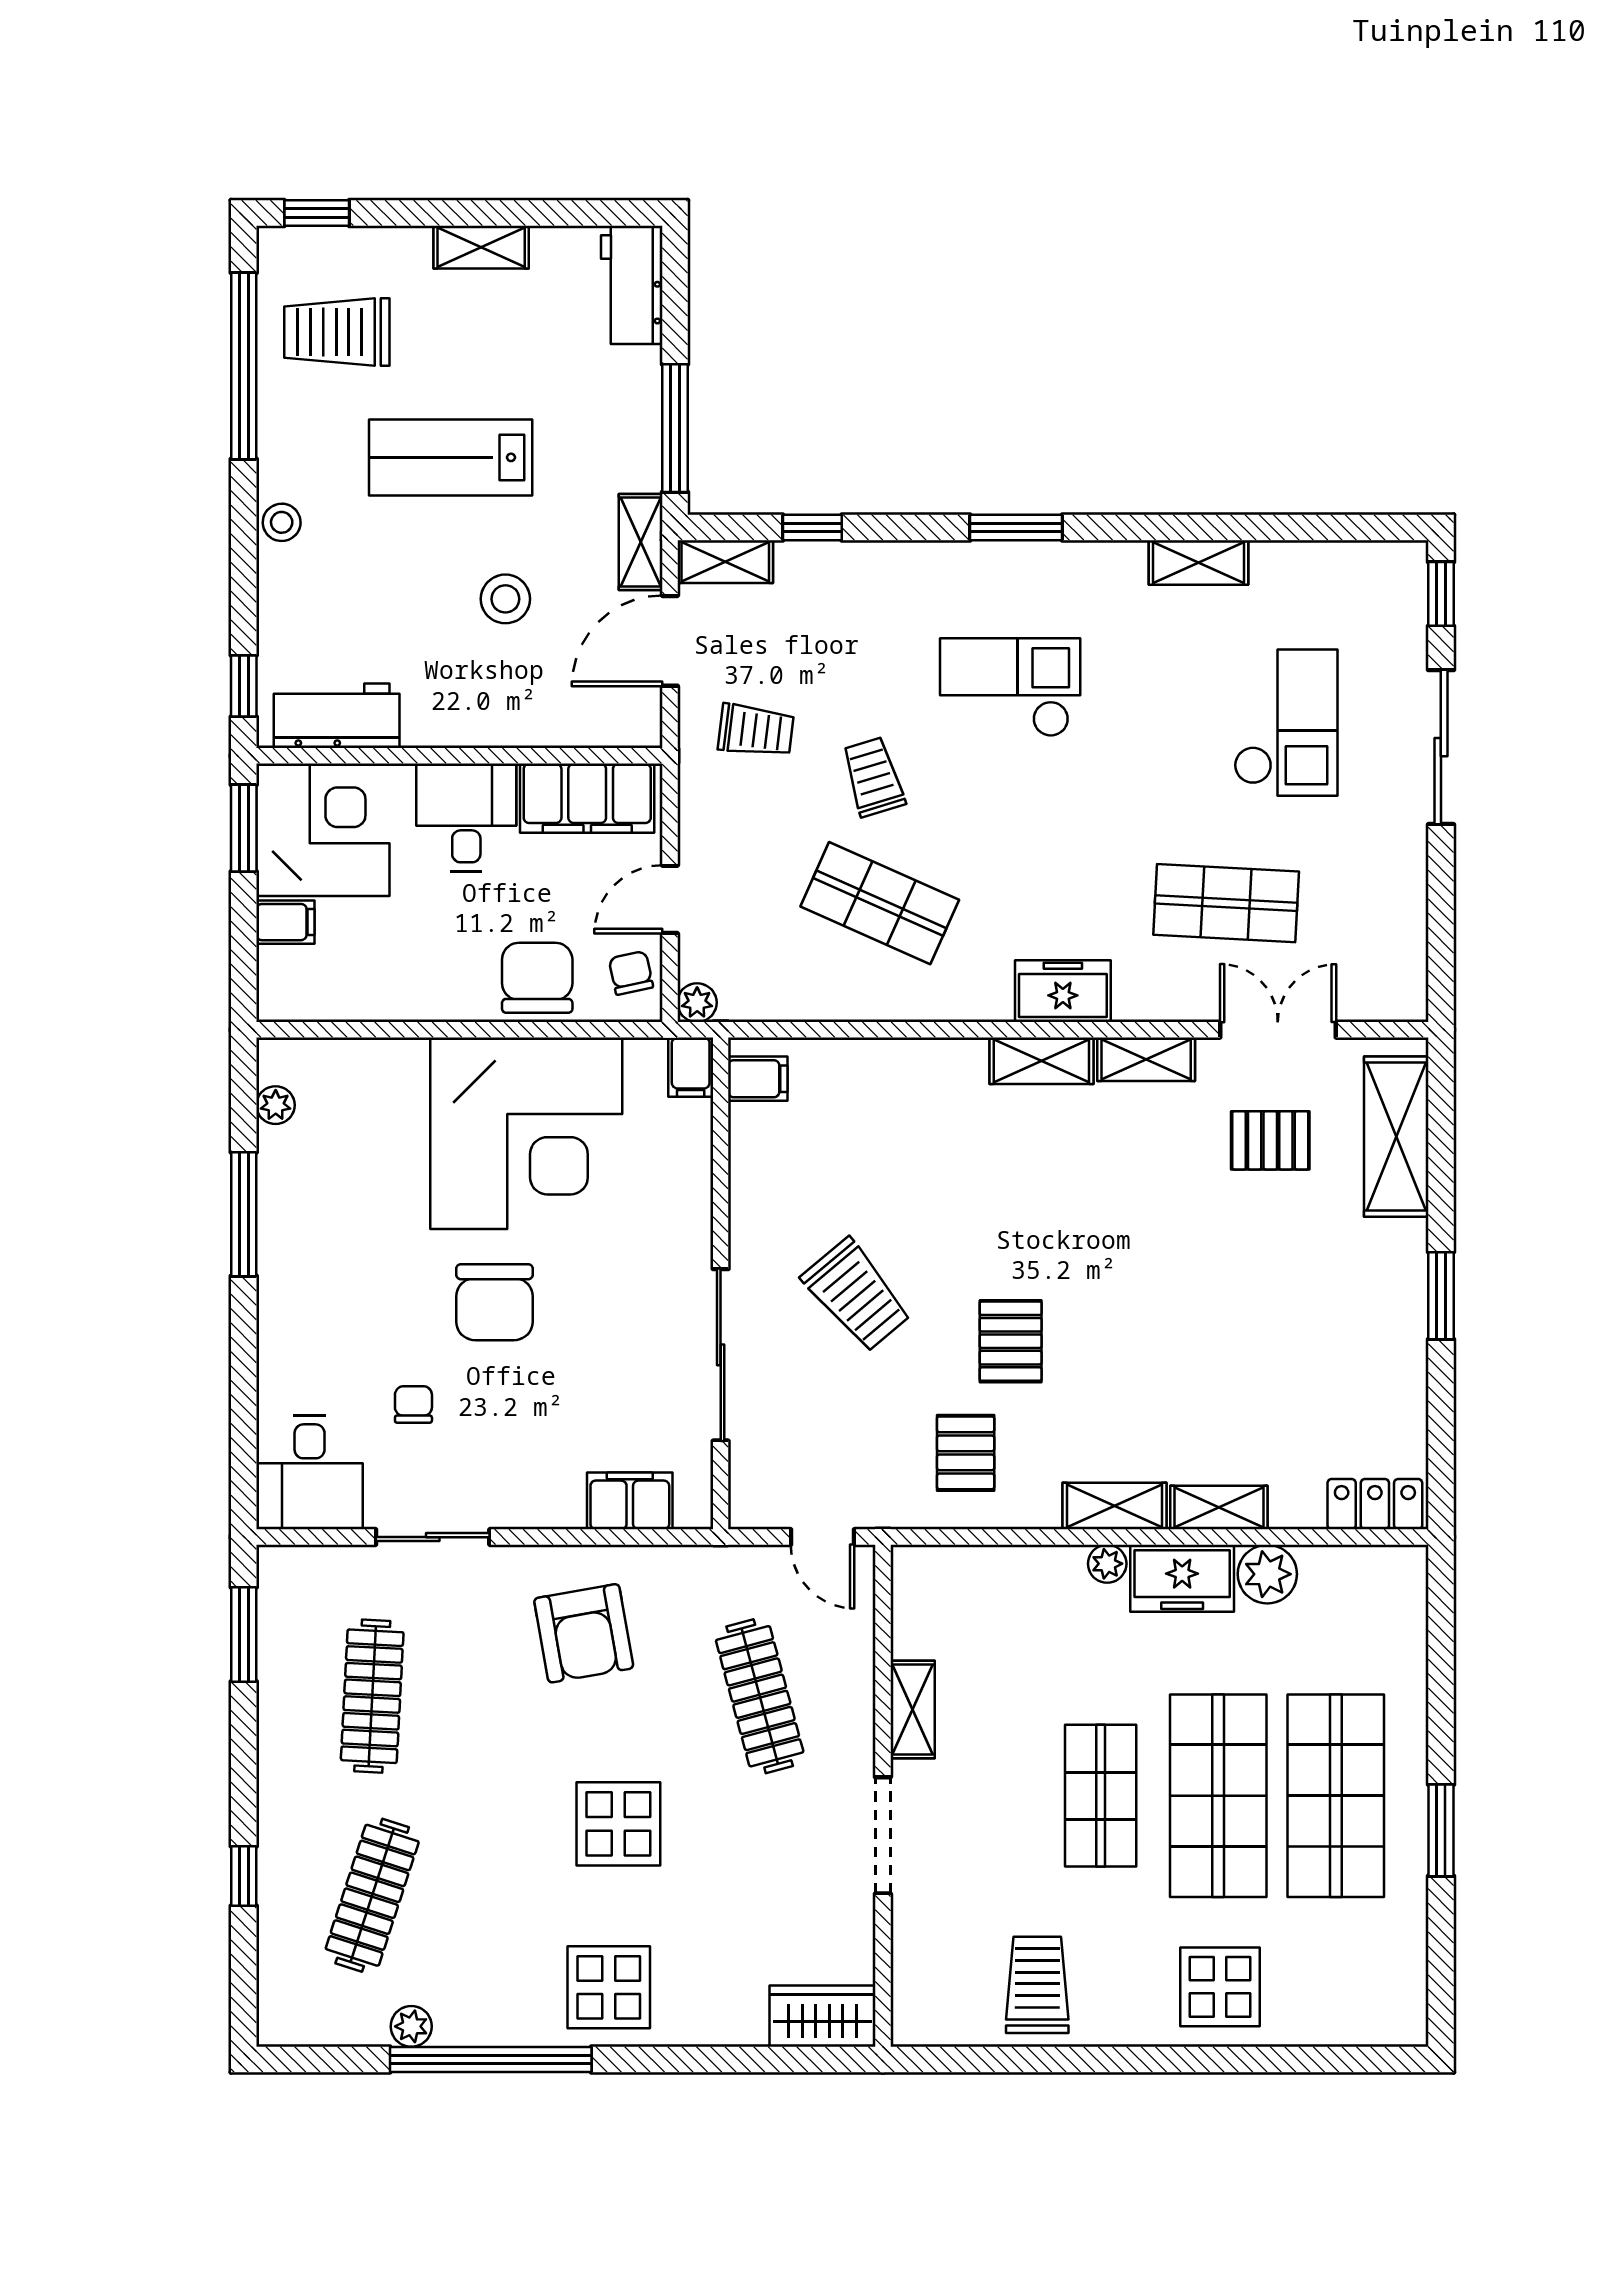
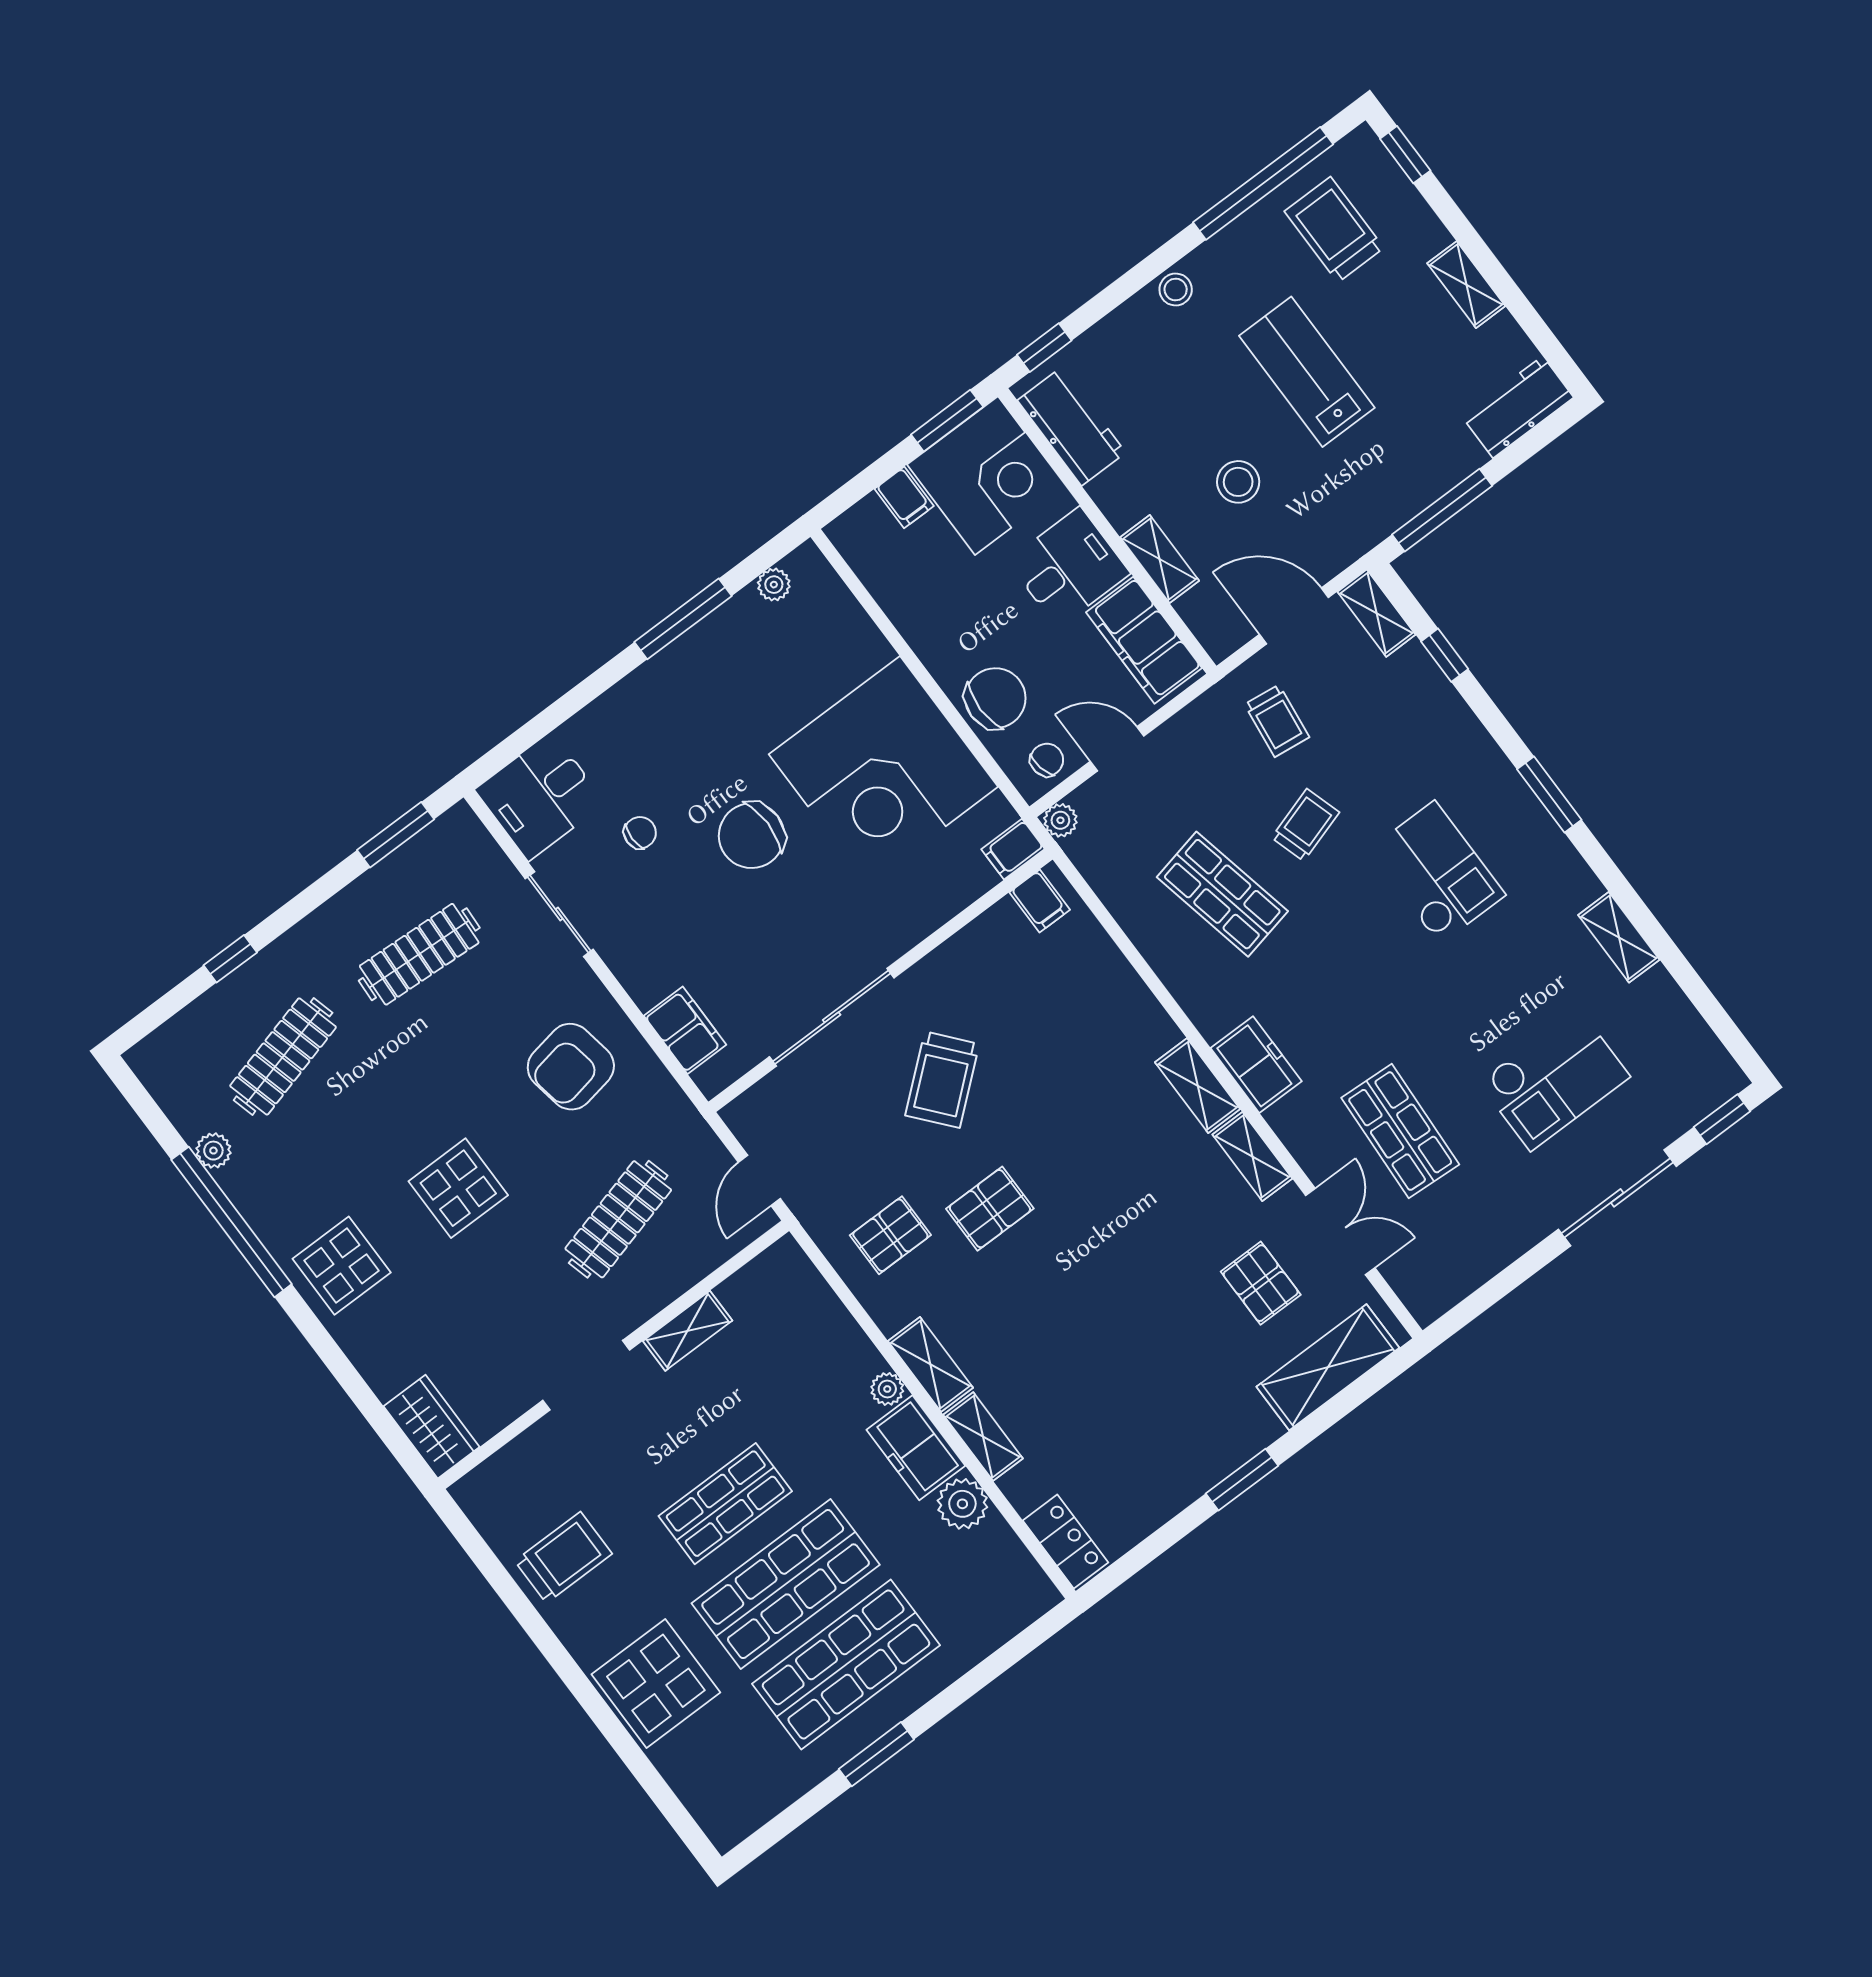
shelving: (641, 542) -> (1160, 559), moved, turned 90
shop shelf: (880, 903) -> (1222, 894), turned -36
clothes rail: (372, 1895) -> (283, 1056), turned -33
display table: (1220, 1987) -> (656, 1683), width x1.36, depth x1.36

